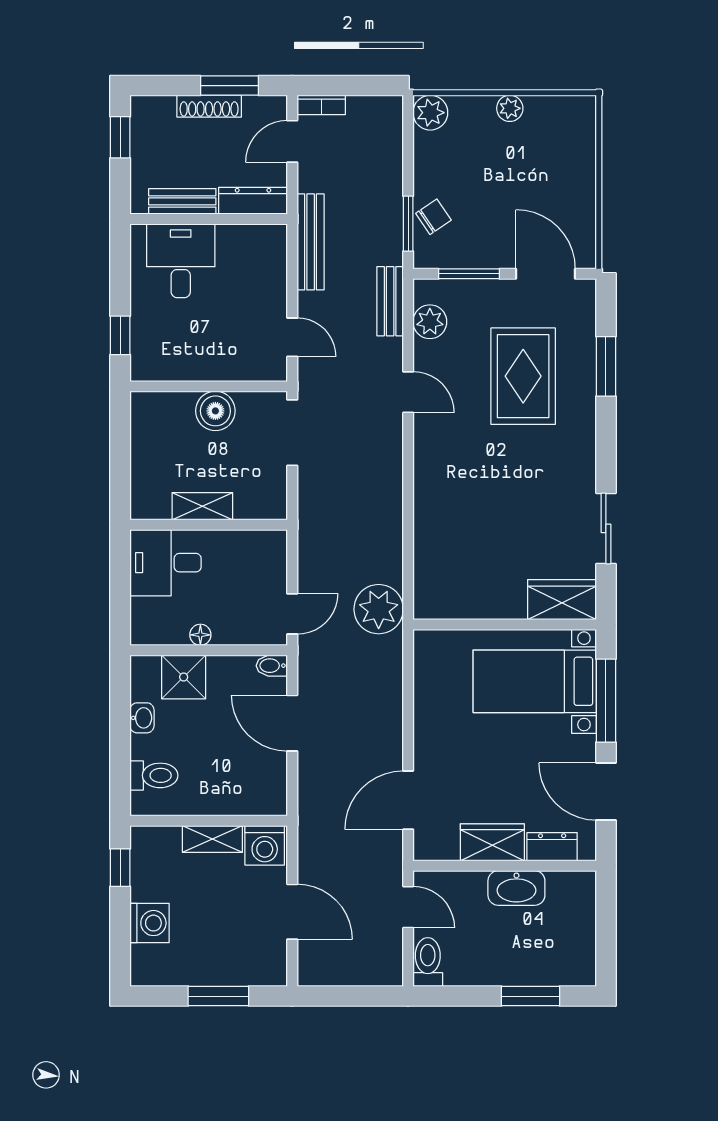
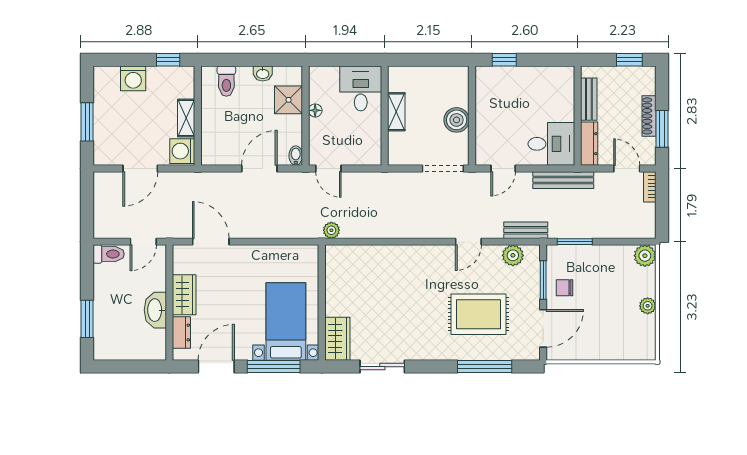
chair: (433, 217) -> (565, 288), moved, turned 124
desk: (181, 261) -> (551, 144), moved
window: (606, 366) -> (485, 367), width x1.44
plant: (379, 609) -> (331, 230), width x0.53, depth x0.53

